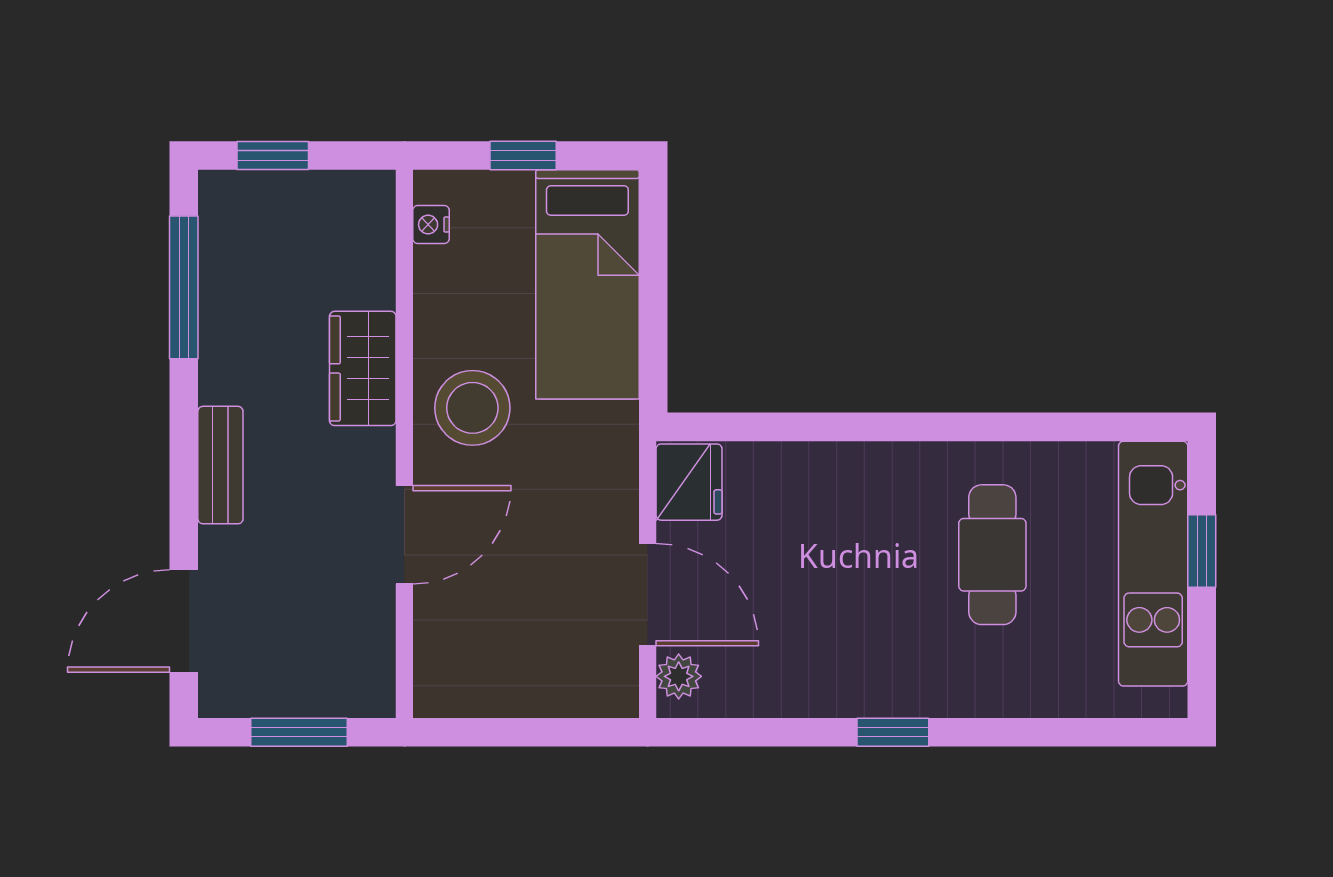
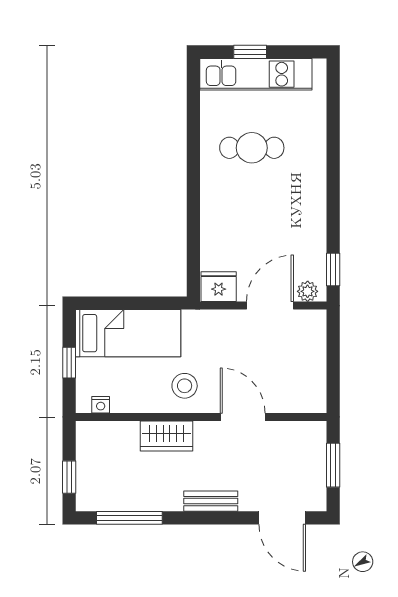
stool: (472, 408) -> (185, 386), width x0.73, depth x0.73
window: (893, 732) -> (333, 270), moved

